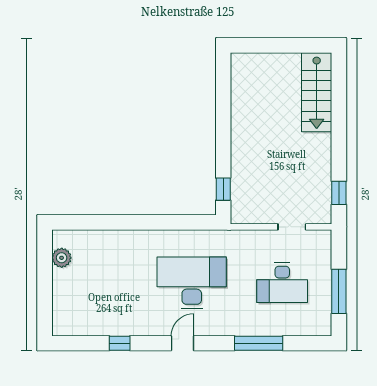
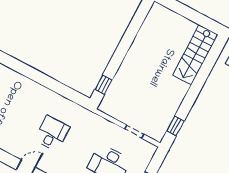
desk: (192, 283) -> (52, 133), width x0.53, depth x0.77

